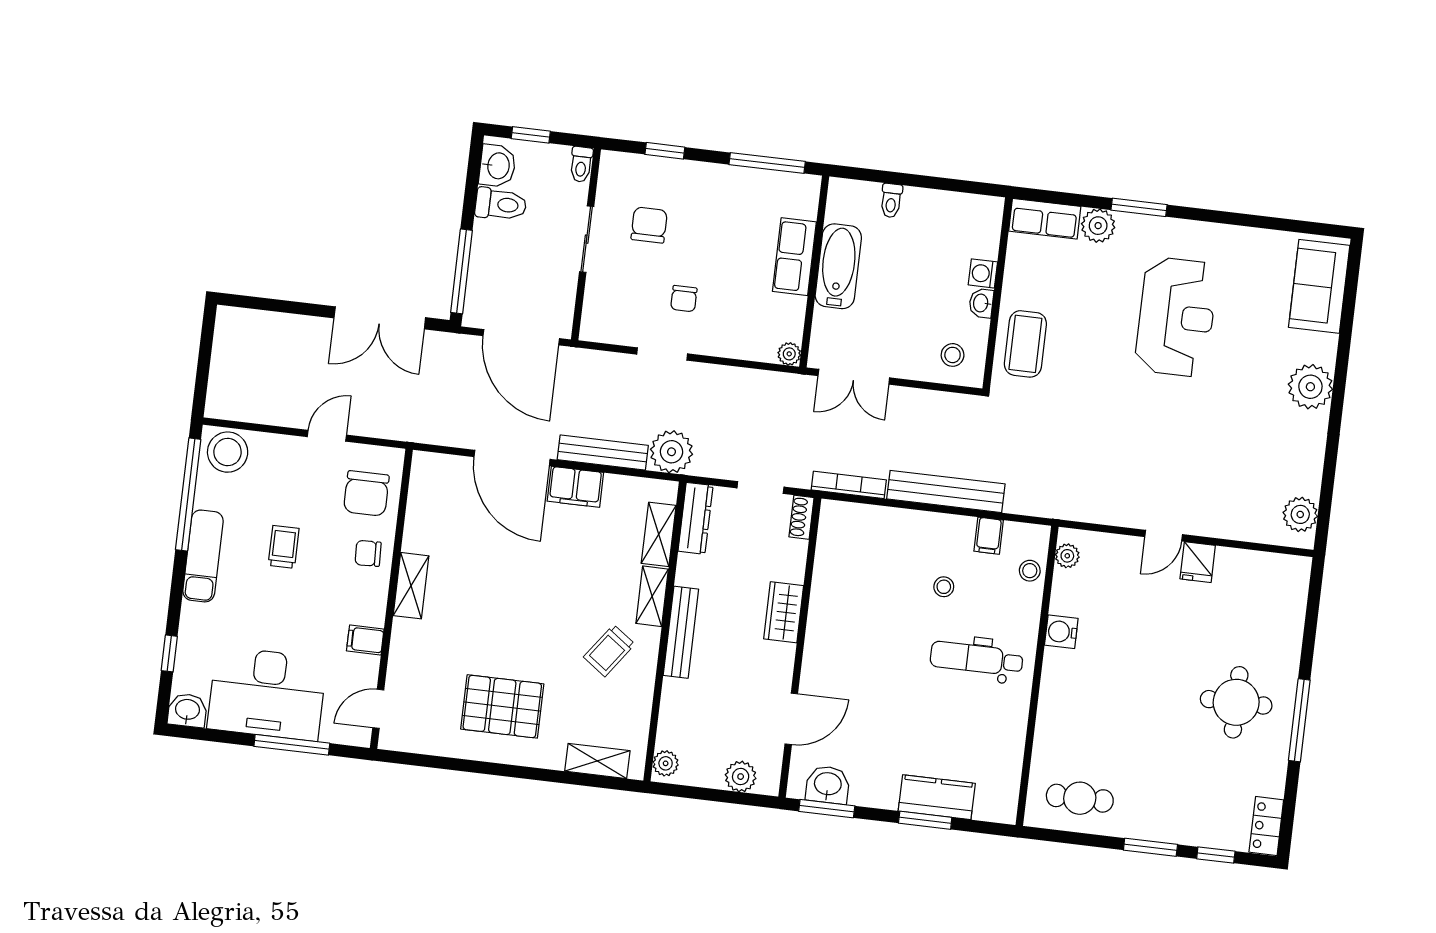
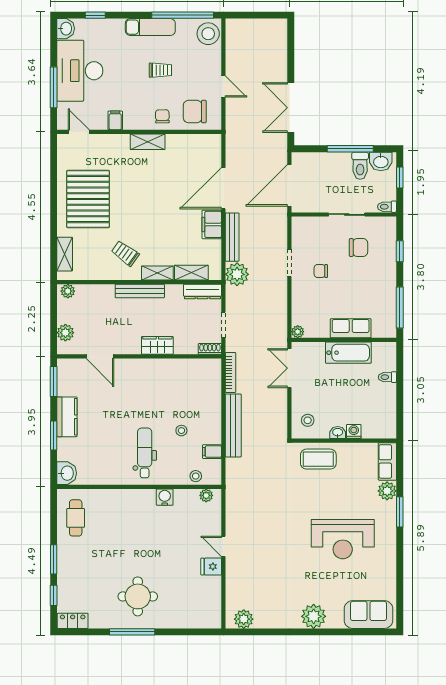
window: (462, 271) -> (350, 149), moved
pallet: (502, 706) -> (88, 199), width x1.37, depth x1.41
washbasin: (828, 785) -> (67, 473), moved
kitchen counter: (937, 797) -> (67, 417), moved

